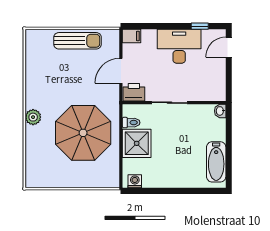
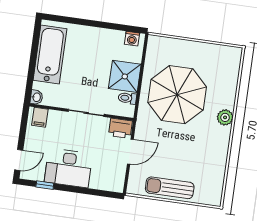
filing cabinet: (132, 36) -> (40, 117), moved, turned -90
bathtub: (216, 162) -> (50, 55), width x1.36, depth x1.36

